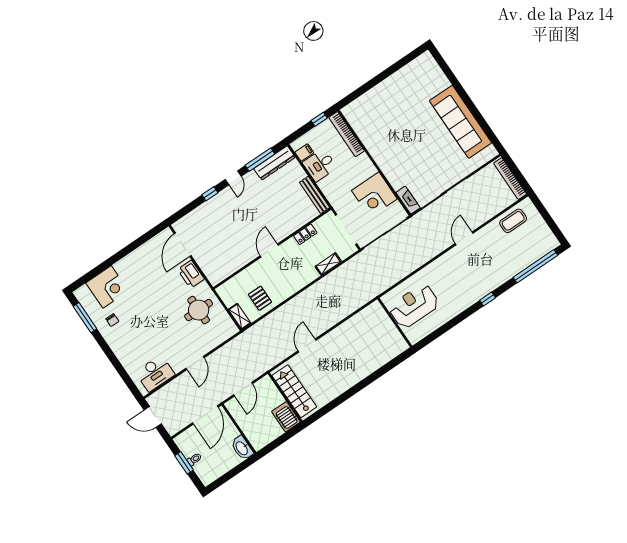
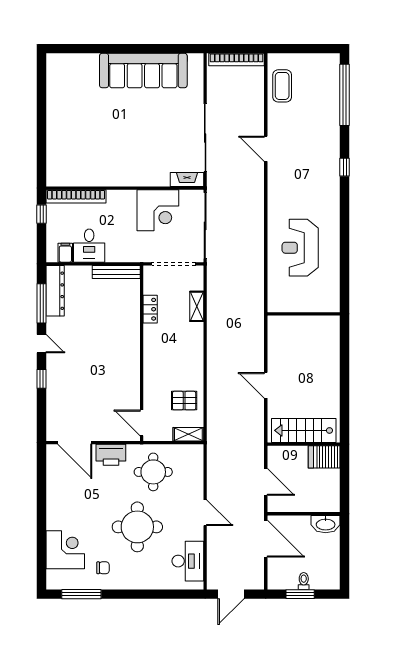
door: (269, 250) -> (142, 423), moved
wall: (395, 322) -> (304, 314), moved
round table: (155, 324) -> (137, 527), added

